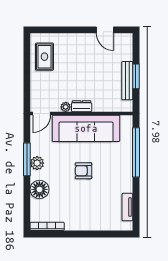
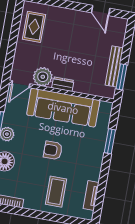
window: (136, 76) -> (121, 77), moved
plant: (66, 107) -> (43, 77), width x1.87, depth x1.87
window: (136, 152) -> (110, 141), width x0.47
coffee table: (93, 209) -> (56, 192), added

